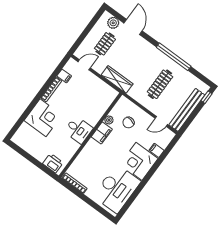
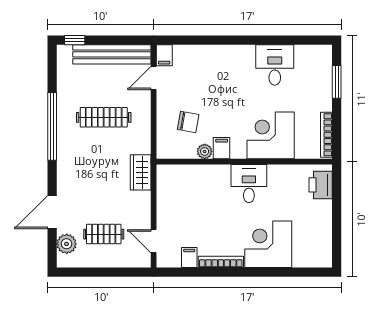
wardrobe: (117, 79) -> (141, 172), width x0.67
door: (161, 121) -> (154, 78), swing flipped
filing cabinet: (102, 133) -> (222, 148), width x0.50
filing cabinet: (157, 150) -> (164, 55), moved
corner desk: (139, 161) -> (271, 135), moved, turned 180
desk: (117, 189) -> (275, 65), width x0.53, depth x0.77
window: (96, 206) -> (337, 82), added

